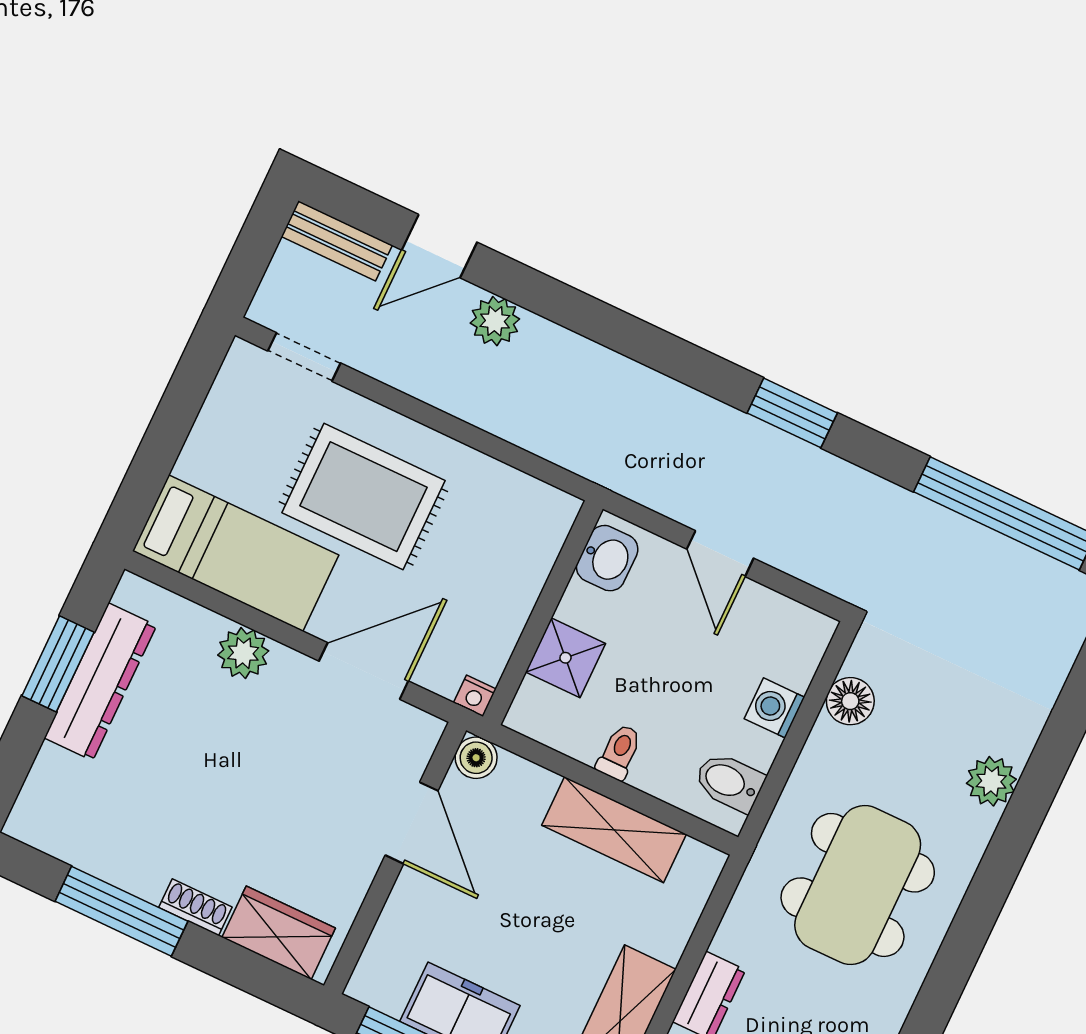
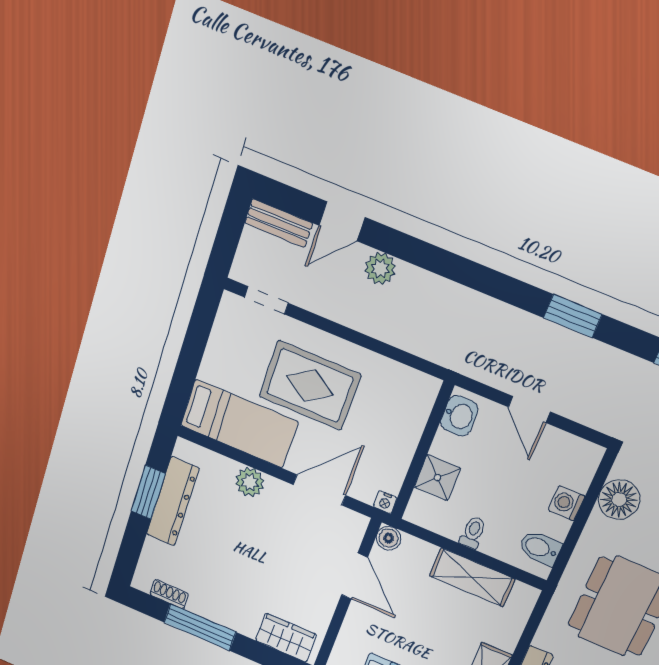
floor lamp: (850, 701) -> (619, 500), width x1.38, depth x1.38
shoe rack: (195, 907) -> (169, 594), moved

